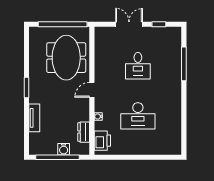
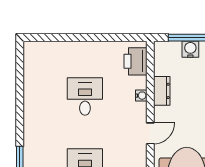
desk: (138, 116) -> (85, 96), width x0.73
dresser: (84, 132) -> (162, 91), moved

